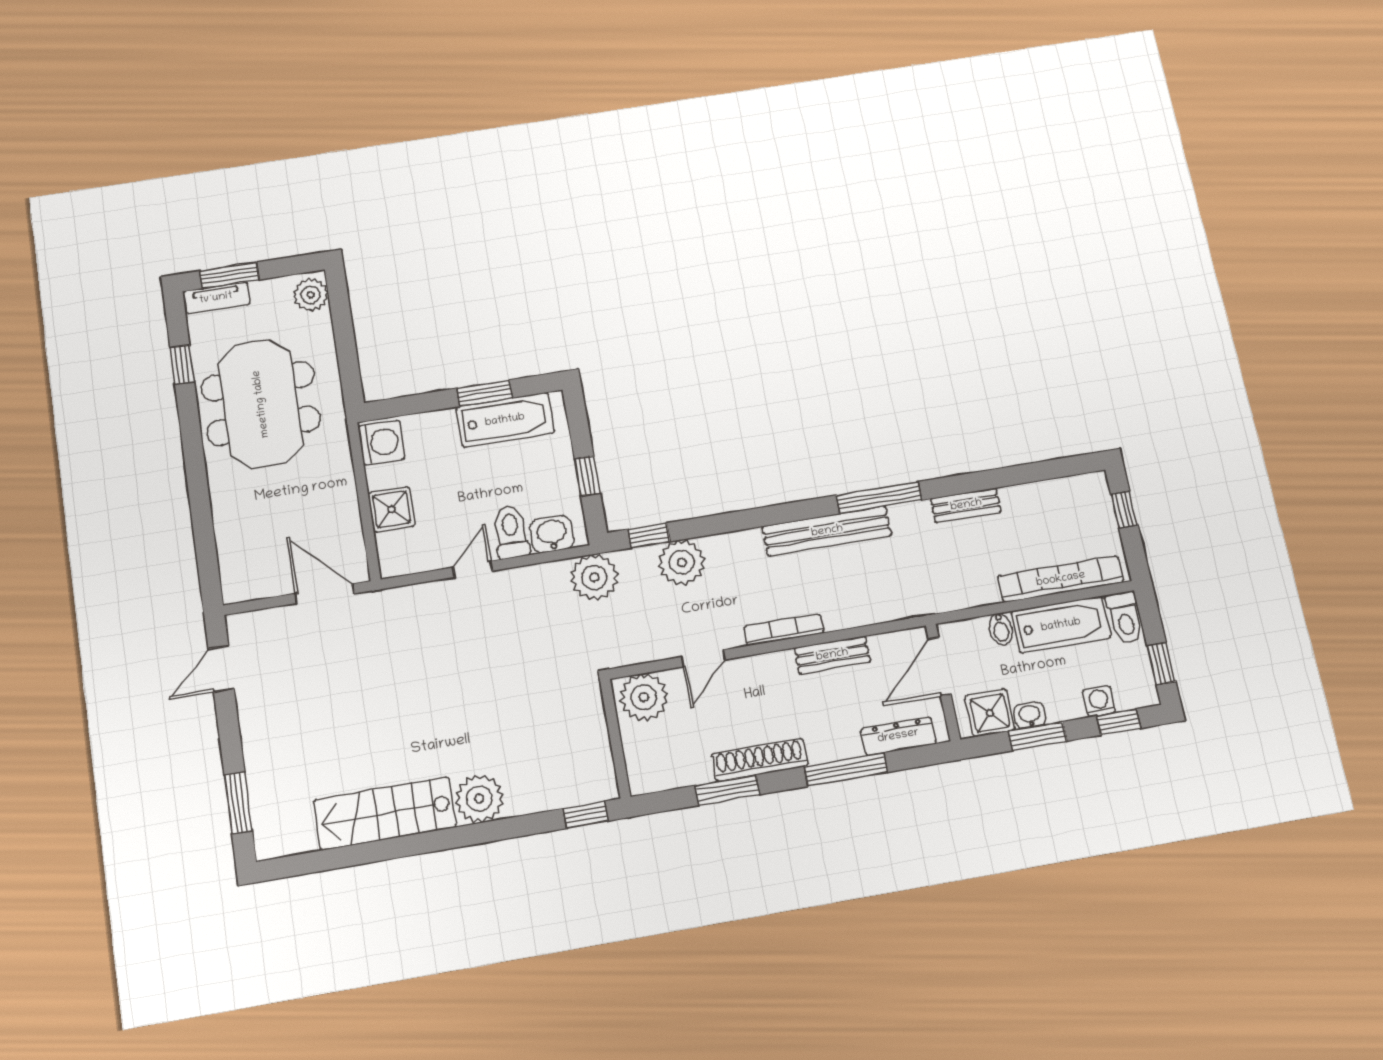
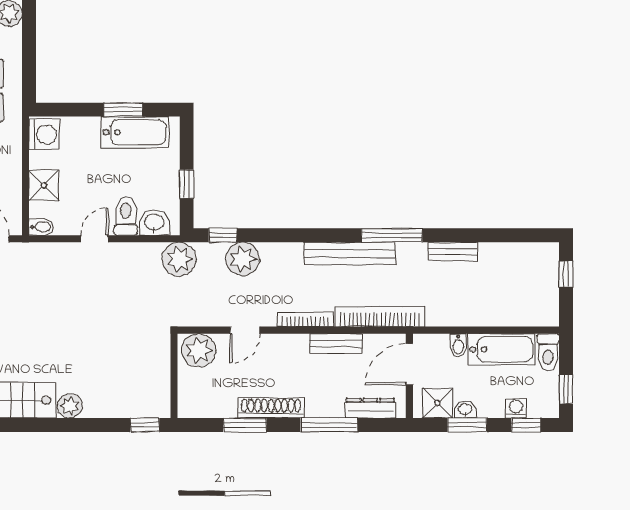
bidet: (396, 566) -> (41, 227), added
bookcase: (1061, 579) -> (380, 317), moved
plant: (479, 799) -> (70, 406), width x0.73, depth x0.73

